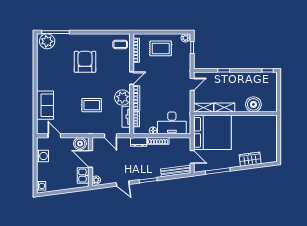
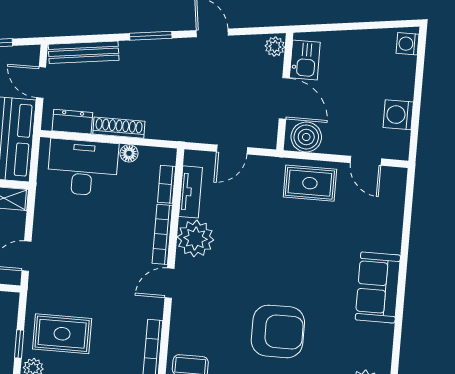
rug: (161, 48) -> (62, 334), moved
armchair: (85, 62) -> (278, 331), turned -90
sofa: (45, 105) -> (378, 287), moved
rug: (92, 105) -> (310, 183), moved
door: (110, 136) -> (232, 150), swing flipped
dresser: (139, 142) -> (72, 122), moved

